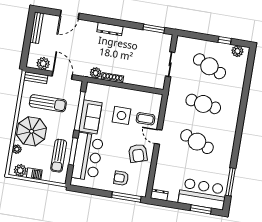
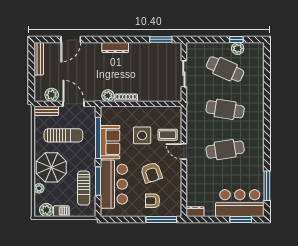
plant: (237, 51) -> (238, 48), moved
cafe table: (197, 142) -> (225, 150), turned -30
armchair: (138, 153) -> (151, 172), moved

